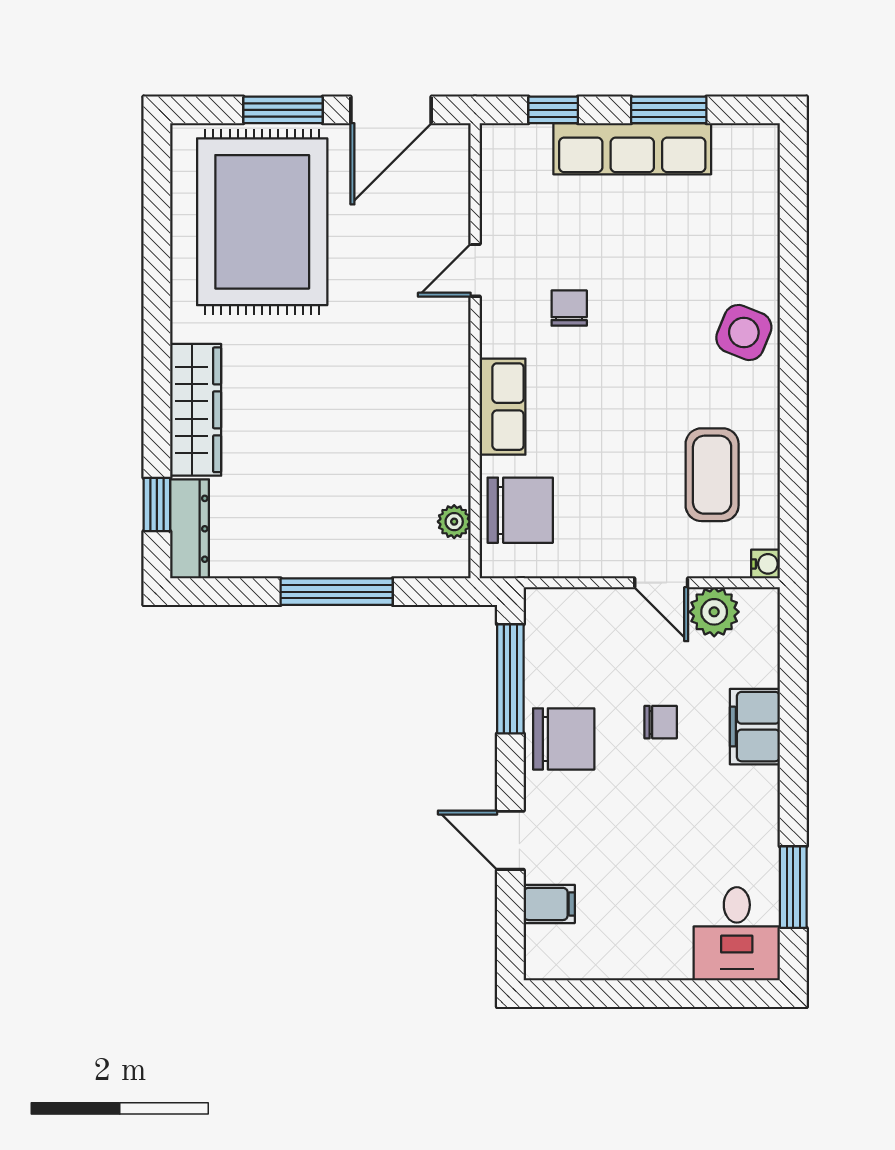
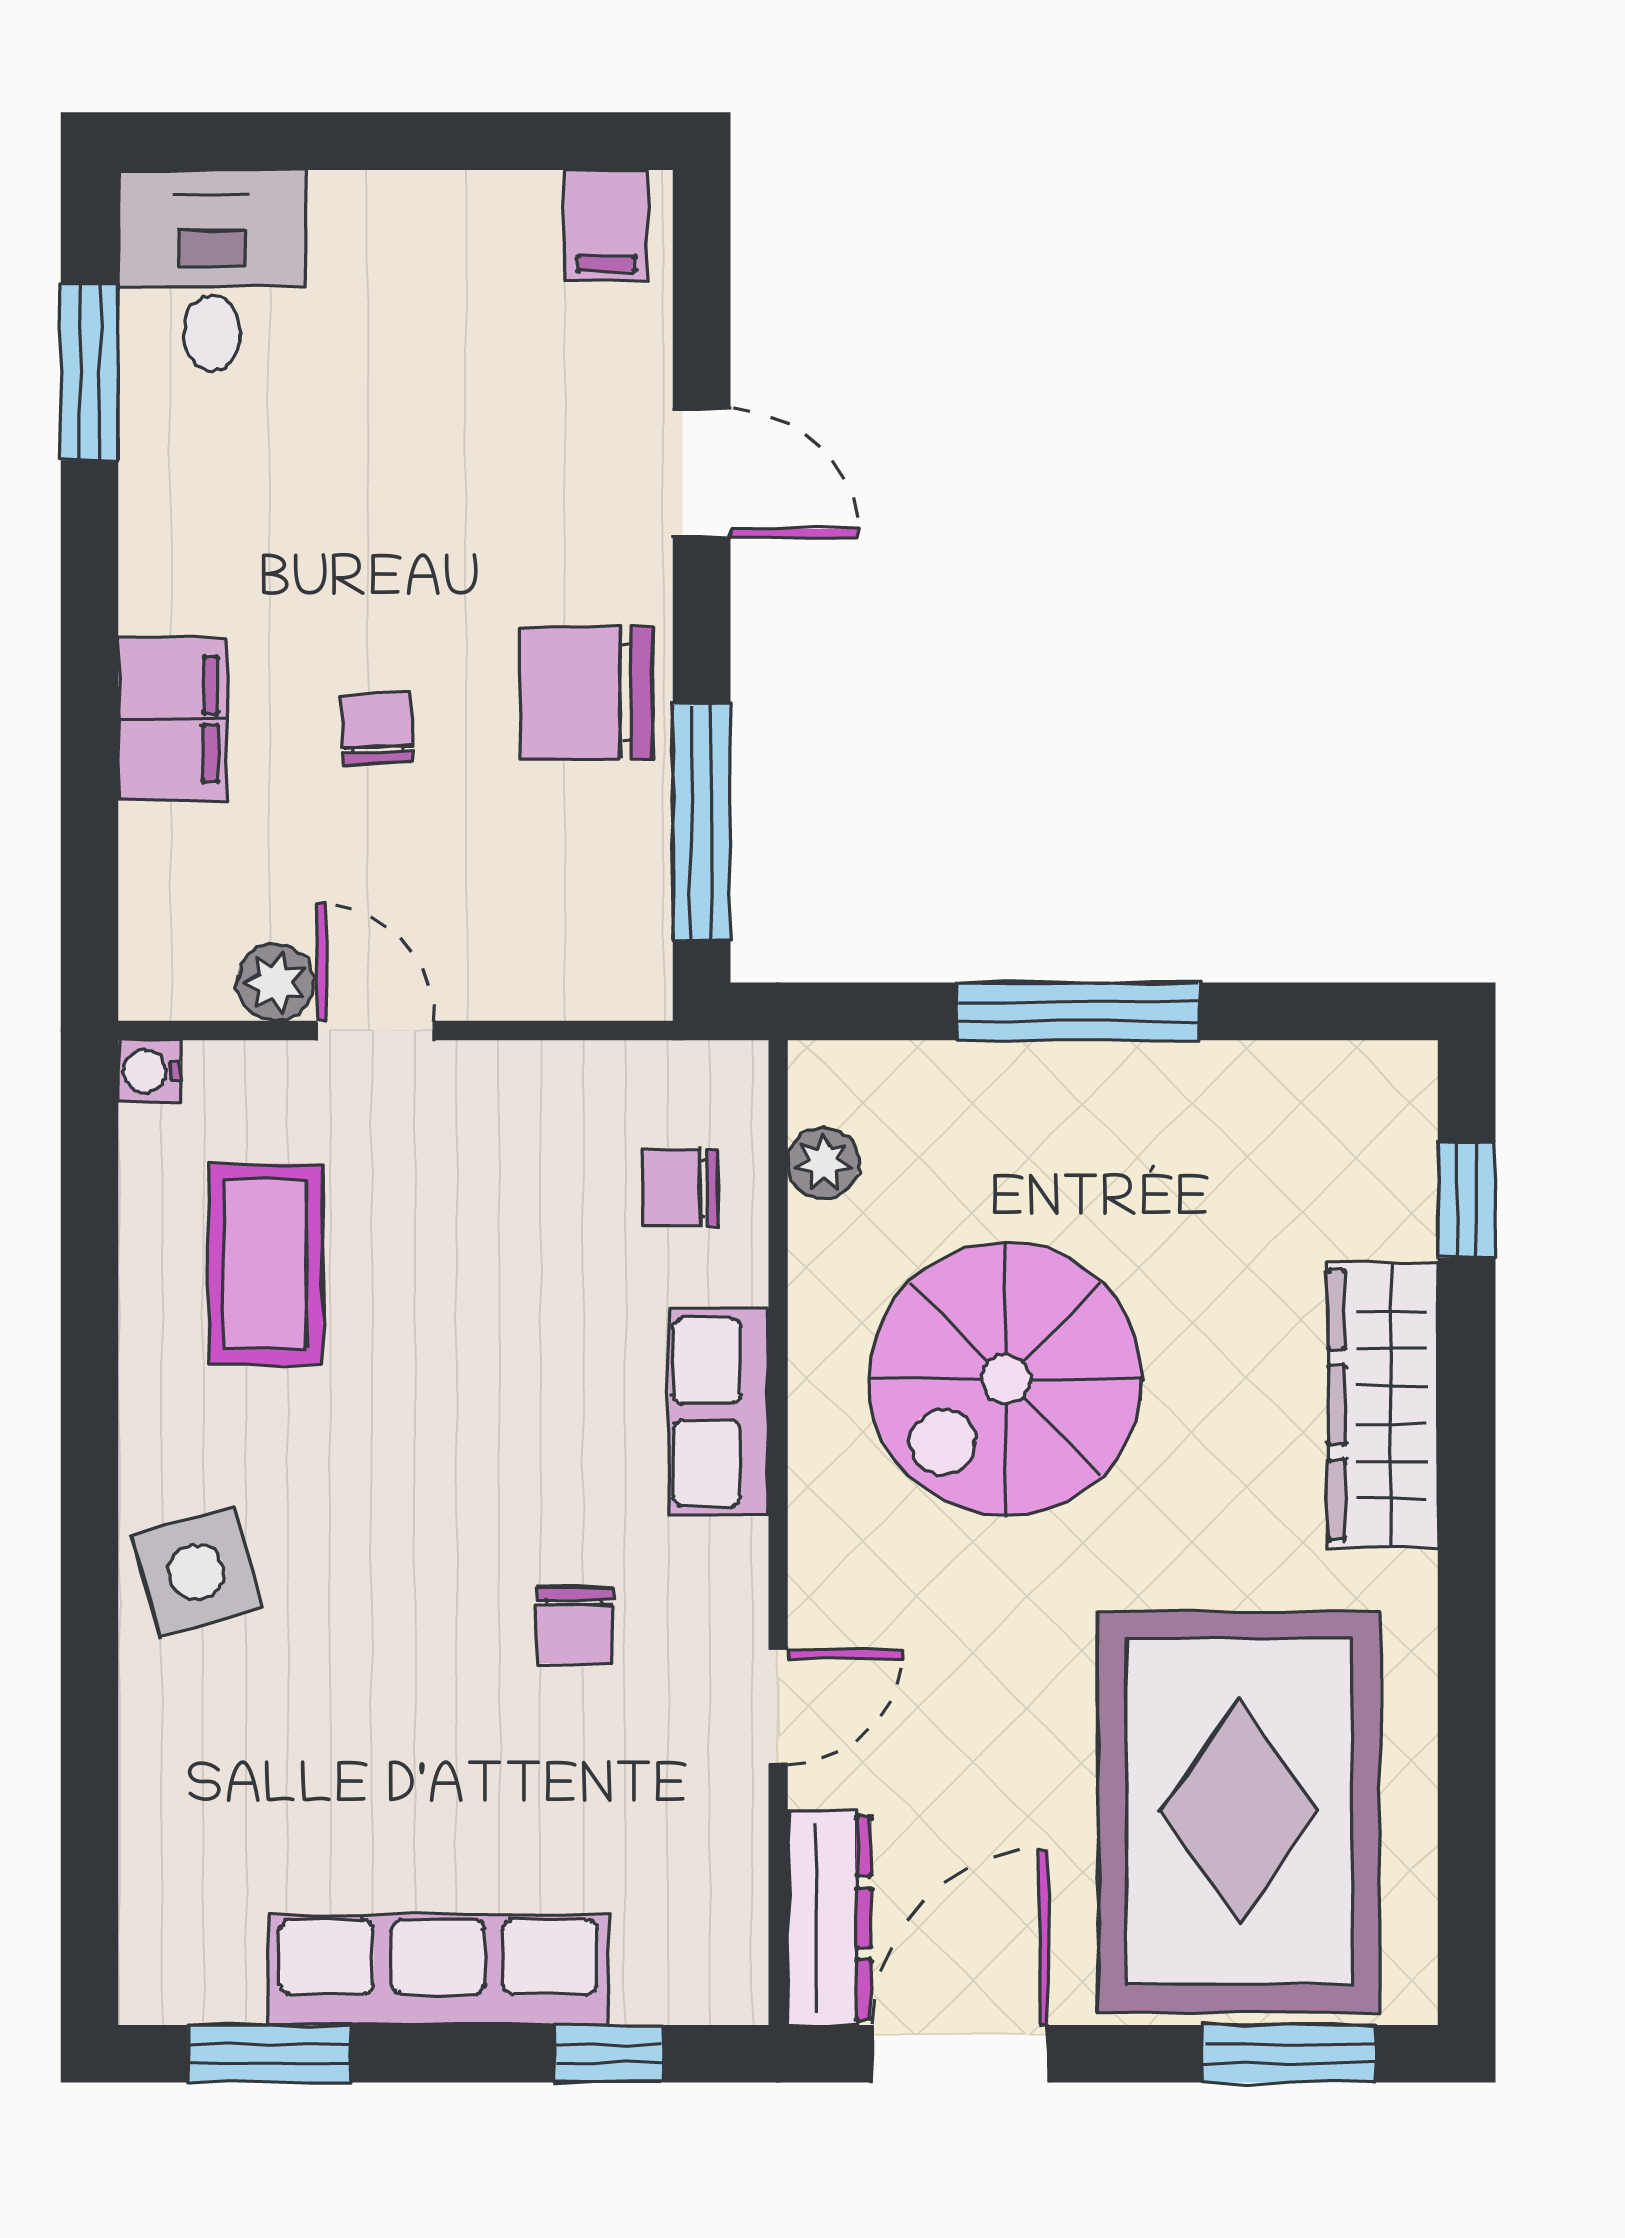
window: (283, 110) -> (1289, 2054), moved
window: (669, 110) -> (269, 2054), moved
side table: (744, 333) -> (196, 1572), turned -38
spiral stairs: (370, 422) -> (1006, 1379), added
chair: (520, 510) -> (681, 1188), width x0.54, depth x0.54
dresser: (190, 529) -> (830, 1918), moved, turned 180
plant: (714, 612) -> (275, 982), width x0.73, depth x0.73
chair: (661, 722) -> (377, 729), turned 87
filing cabinet: (549, 904) -> (606, 225), moved, turned -90

